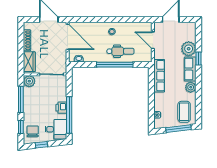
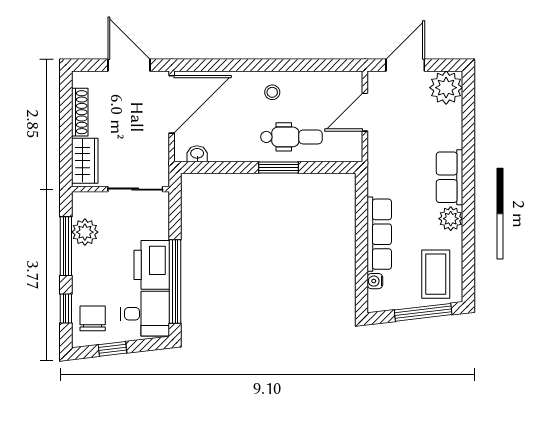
door: (68, 37) -> (172, 104), hinge flipped
door: (153, 40) -> (365, 112), hinge flipped
plant: (189, 49) -> (446, 88), moved
window: (198, 58) -> (468, 153), removed
window: (115, 65) -> (279, 168), width x0.47
row of seats: (159, 76) -> (379, 234), moved
plant: (29, 81) -> (85, 232), moved
printer: (61, 108) -> (152, 265), width x1.87, depth x1.48

